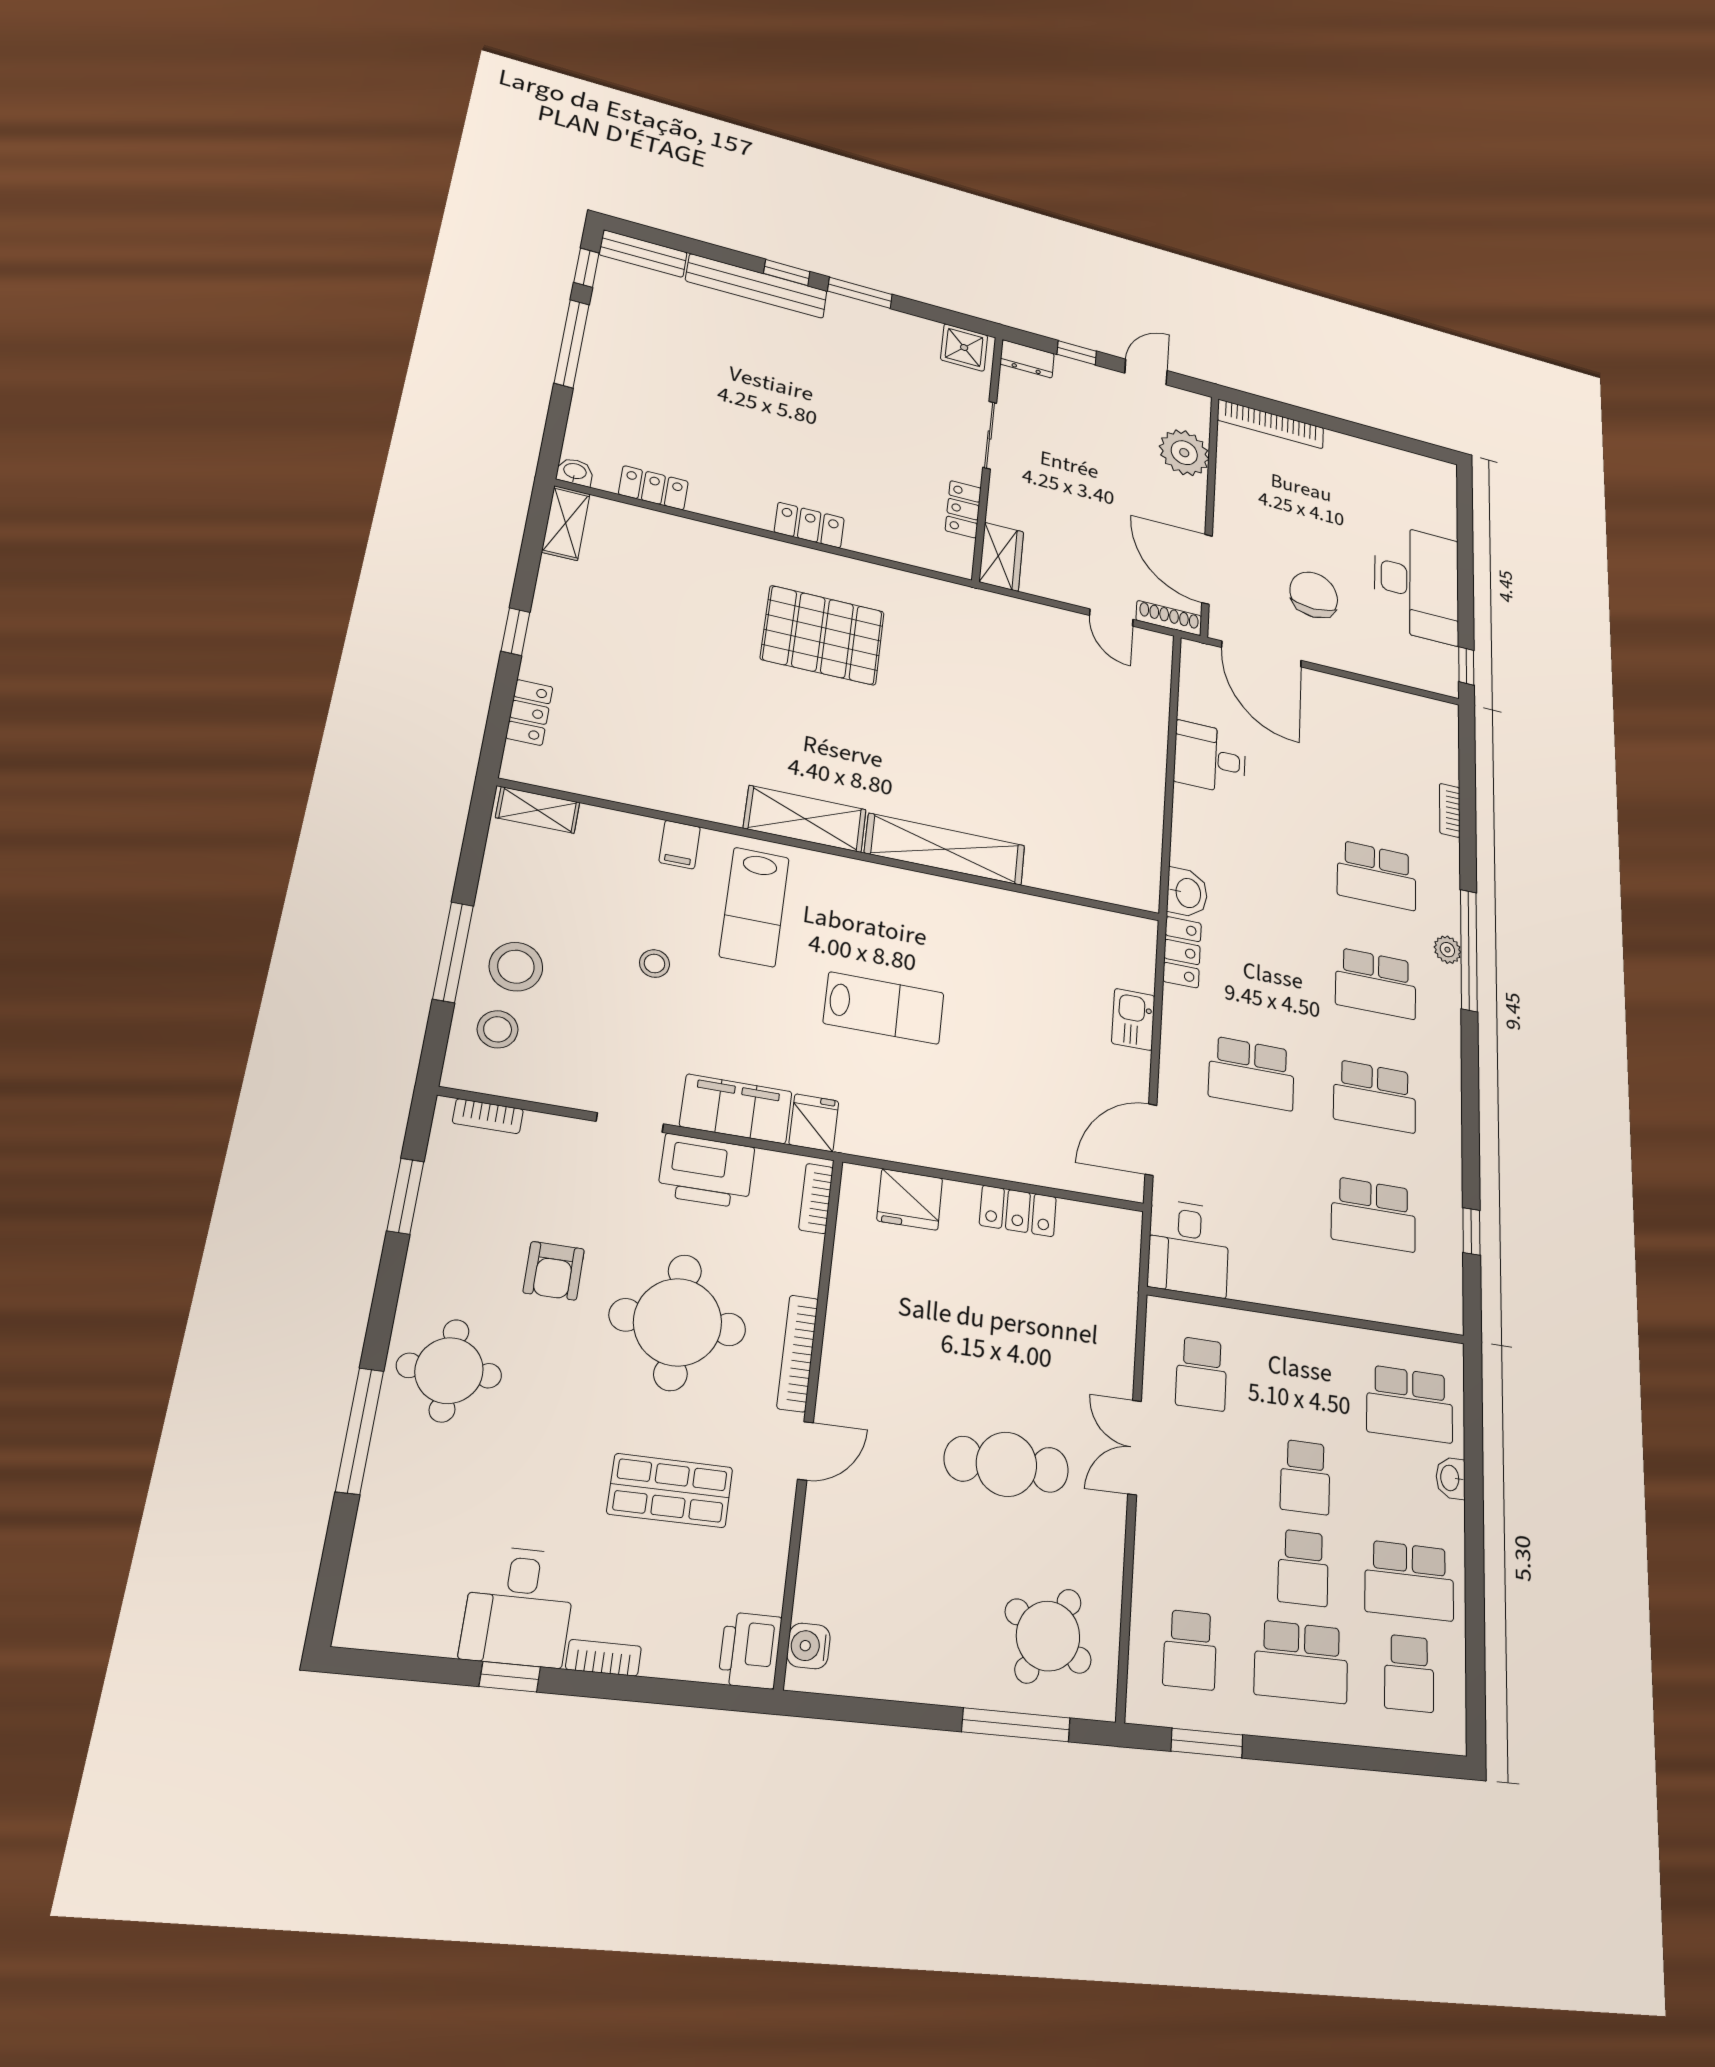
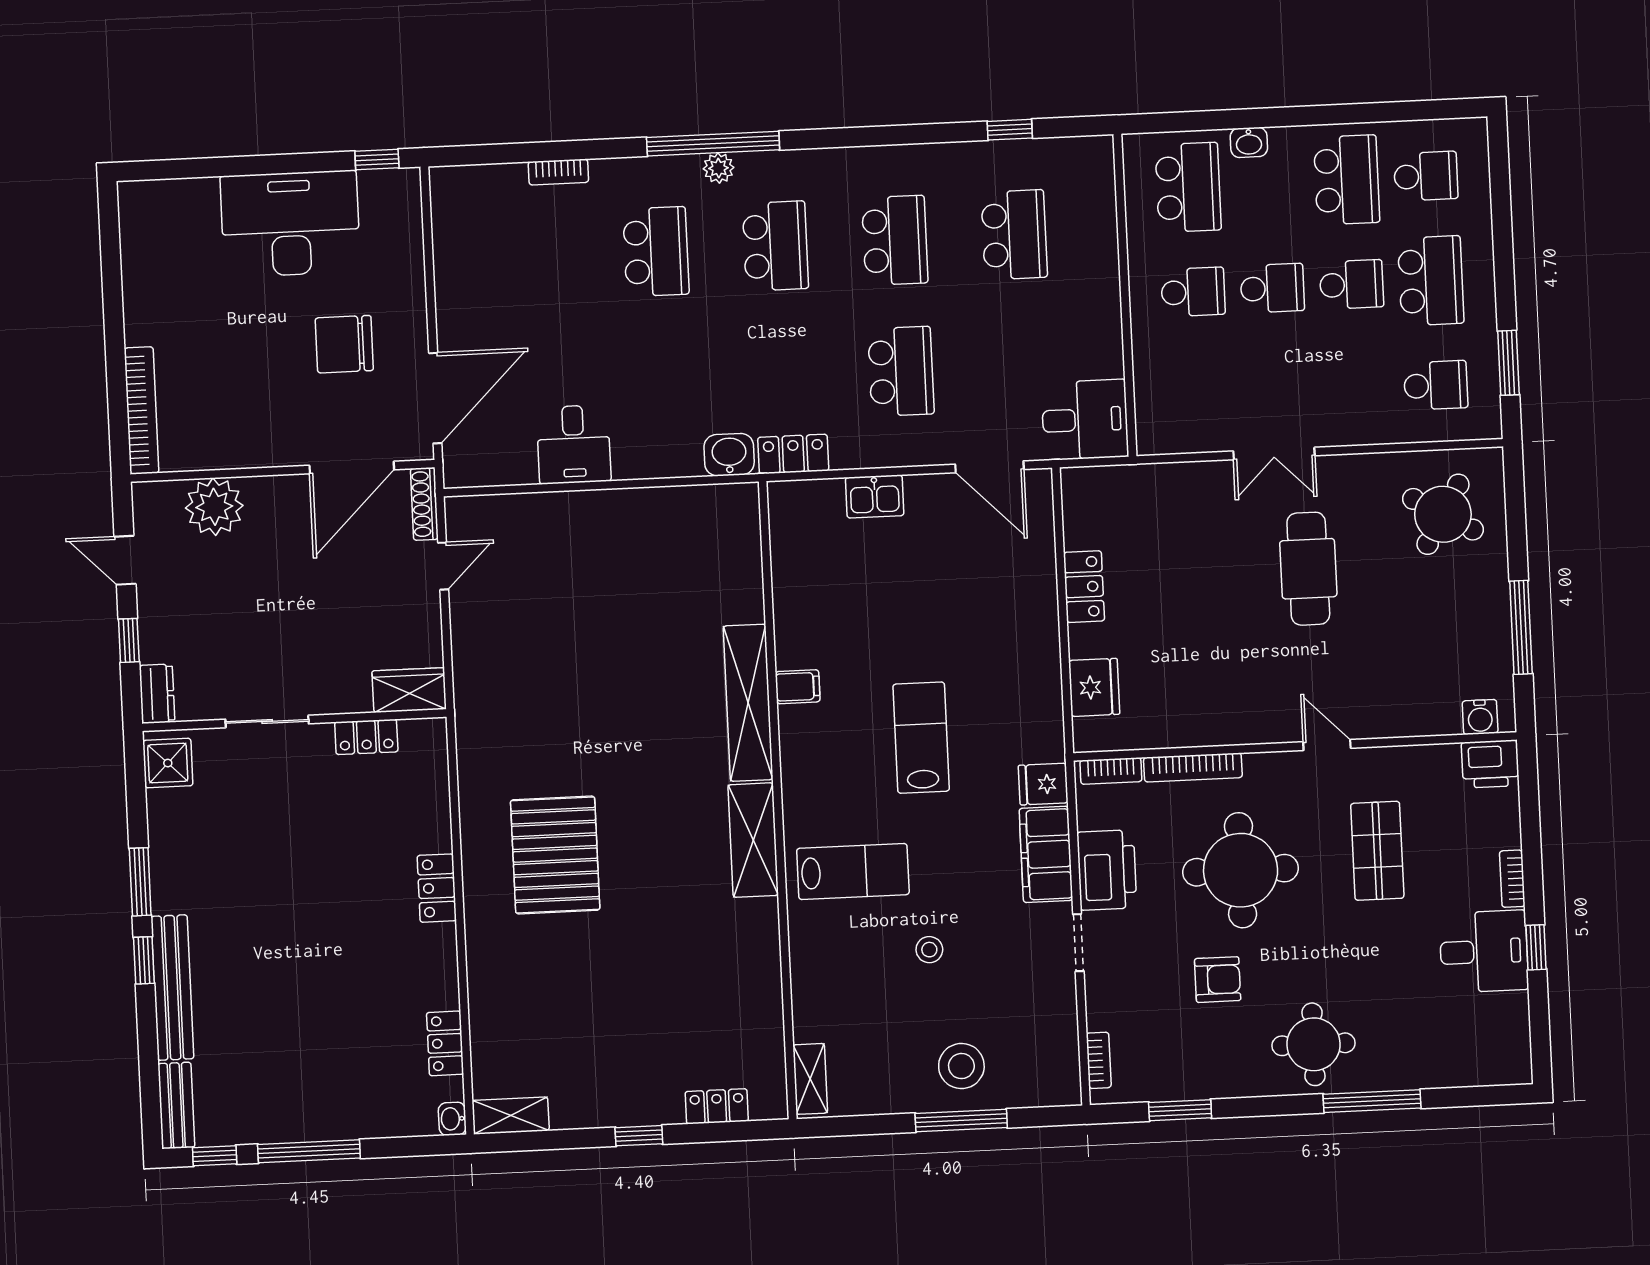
filing cabinet: (680, 845) -> (798, 687), moved
stool: (498, 1029) -> (1021, 1069), removed
bookcase: (798, 1353) -> (1193, 767), moved
school desk: (1201, 1374) -> (1193, 292), moved
window: (1016, 1725) -> (1521, 627), moved

